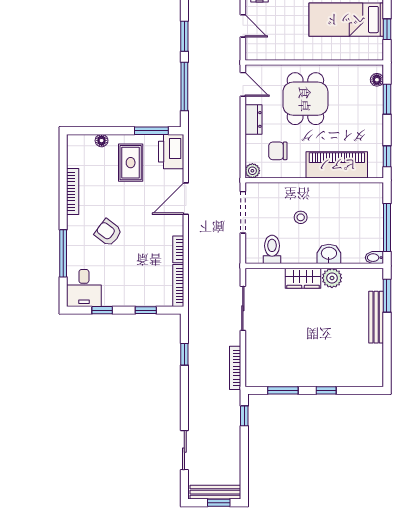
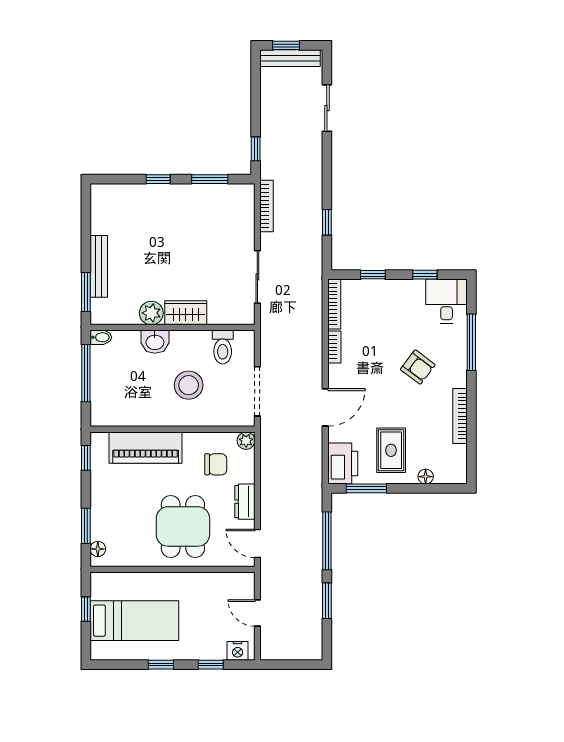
stool: (301, 217) -> (189, 385), width x1.89, depth x1.89

